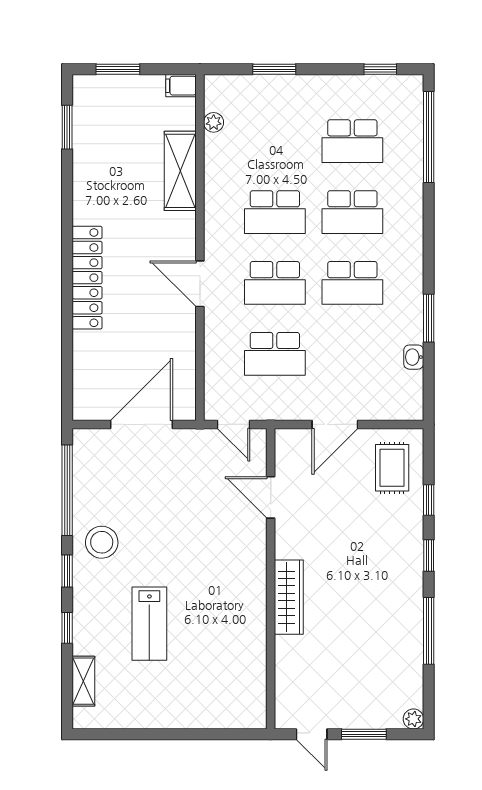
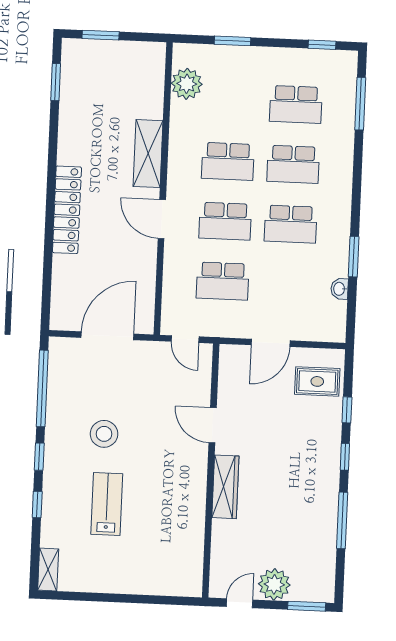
filing cabinet: (181, 86) -> (153, 51), removed
plant: (214, 122) -> (187, 84), width x1.87, depth x1.87
window: (429, 137) -> (360, 104), width x0.68
shelving: (180, 171) -> (148, 154), moved
rug: (392, 468) -> (317, 381), turned 90
door: (271, 497) -> (213, 425), moved
stool: (102, 542) -> (104, 434), moved
lab bench: (149, 624) -> (107, 504), turned 180
shelving: (83, 681) -> (48, 569), moved
plant: (413, 719) -> (274, 584), moved, width x1.87, depth x1.87
door: (312, 734) -> (240, 603), swing flipped
window: (364, 734) -> (307, 606), moved

